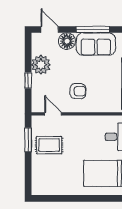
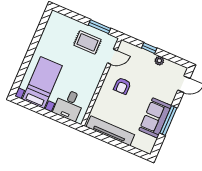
floor lamp: (67, 41) -> (168, 95), removed
plant: (41, 65) -> (159, 61), width x0.53, depth x0.53
rug: (49, 145) -> (88, 42), turned 90

